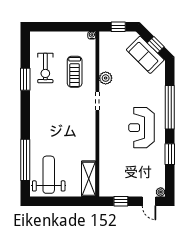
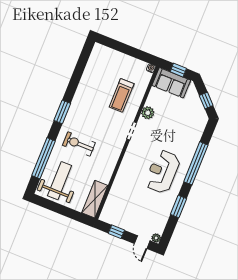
sofa: (145, 55) -> (171, 83), moved, turned -45
exercise bike: (45, 68) -> (79, 144), moved, turned 90
window: (25, 79) -> (62, 112), moved

